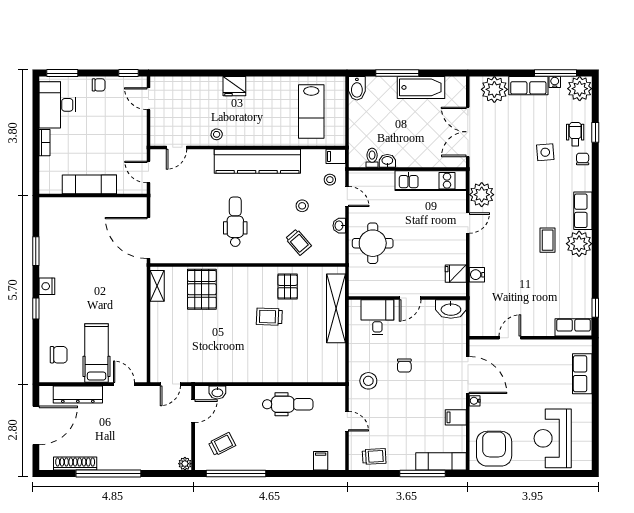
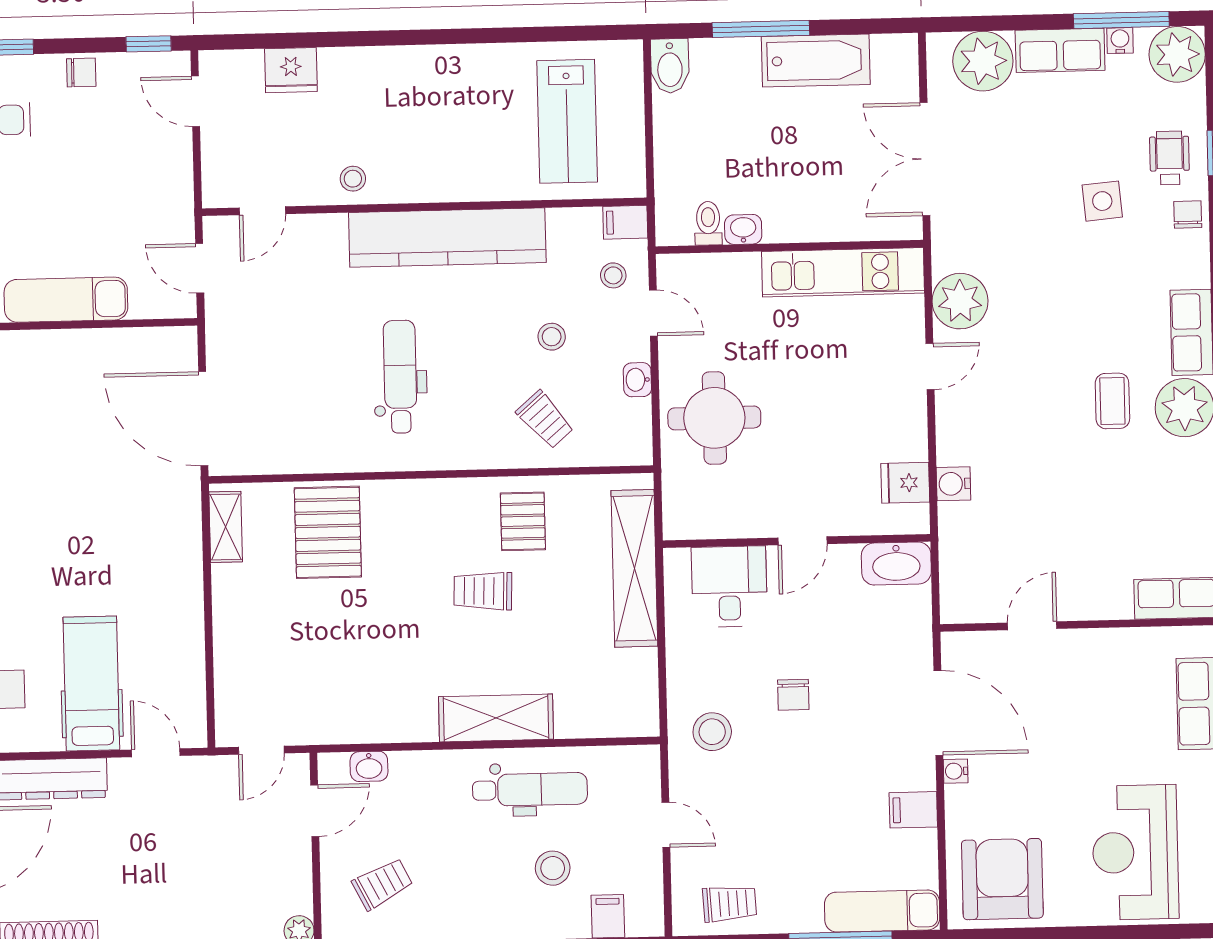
fridge: (234, 86) -> (291, 70), moved
shelving: (274, 372) -> (496, 718), added
stool: (297, 439) -> (553, 868), added

